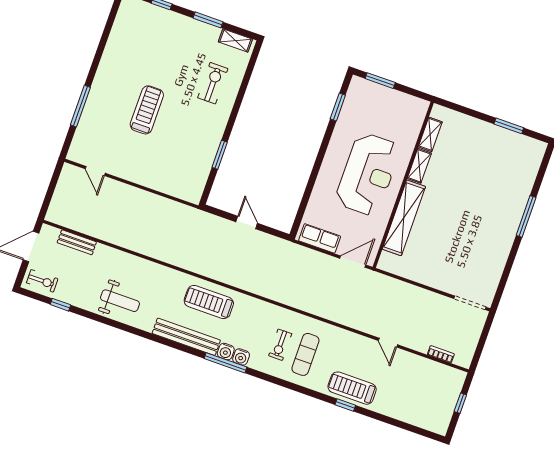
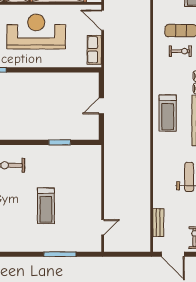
treadmill: (147, 110) -> (46, 206), turned -90

